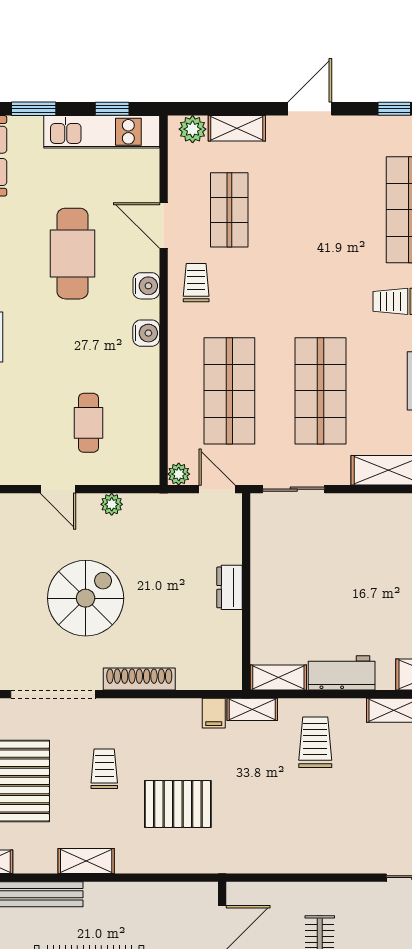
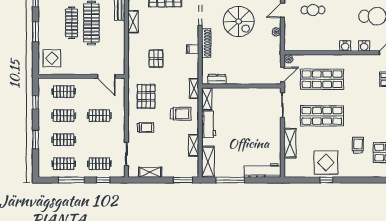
trolley: (196, 283) -> (365, 66), removed
cafe table: (88, 423) -> (313, 10), moved
dresser: (230, 587) -> (217, 79), moved
filing cabinet: (214, 713) -> (192, 49), moved
trolley: (104, 769) -> (145, 128), moved
pallet: (178, 804) -> (156, 59), width x0.67, depth x0.71
pallet: (272, 828) -> (146, 96), added

